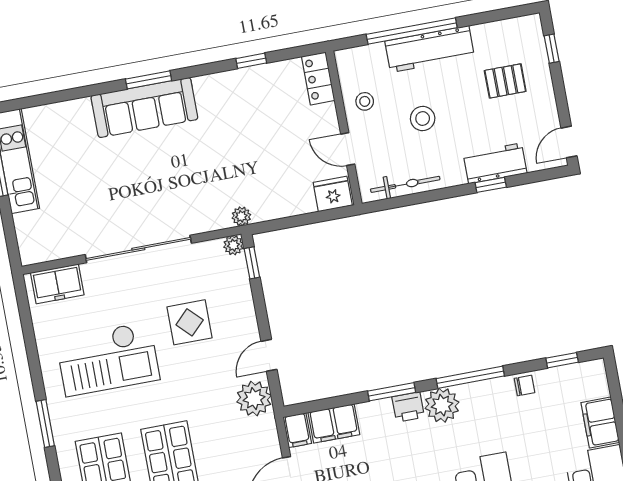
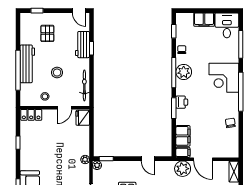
plant: (254, 399) -> (183, 169), moved
plant: (442, 405) -> (184, 72), moved

